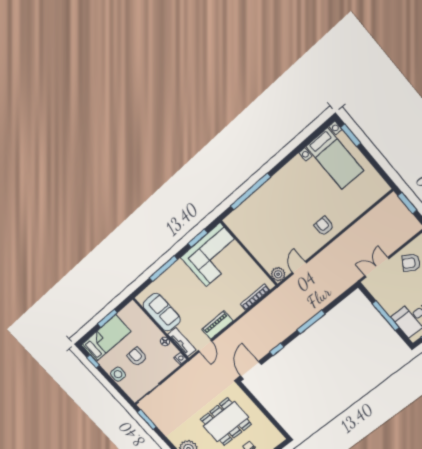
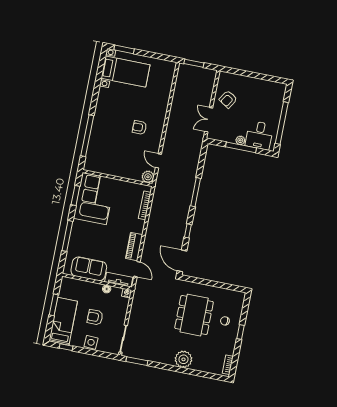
armchair: (324, 226) -> (139, 127), moved
plant: (391, 309) -> (240, 140), added

